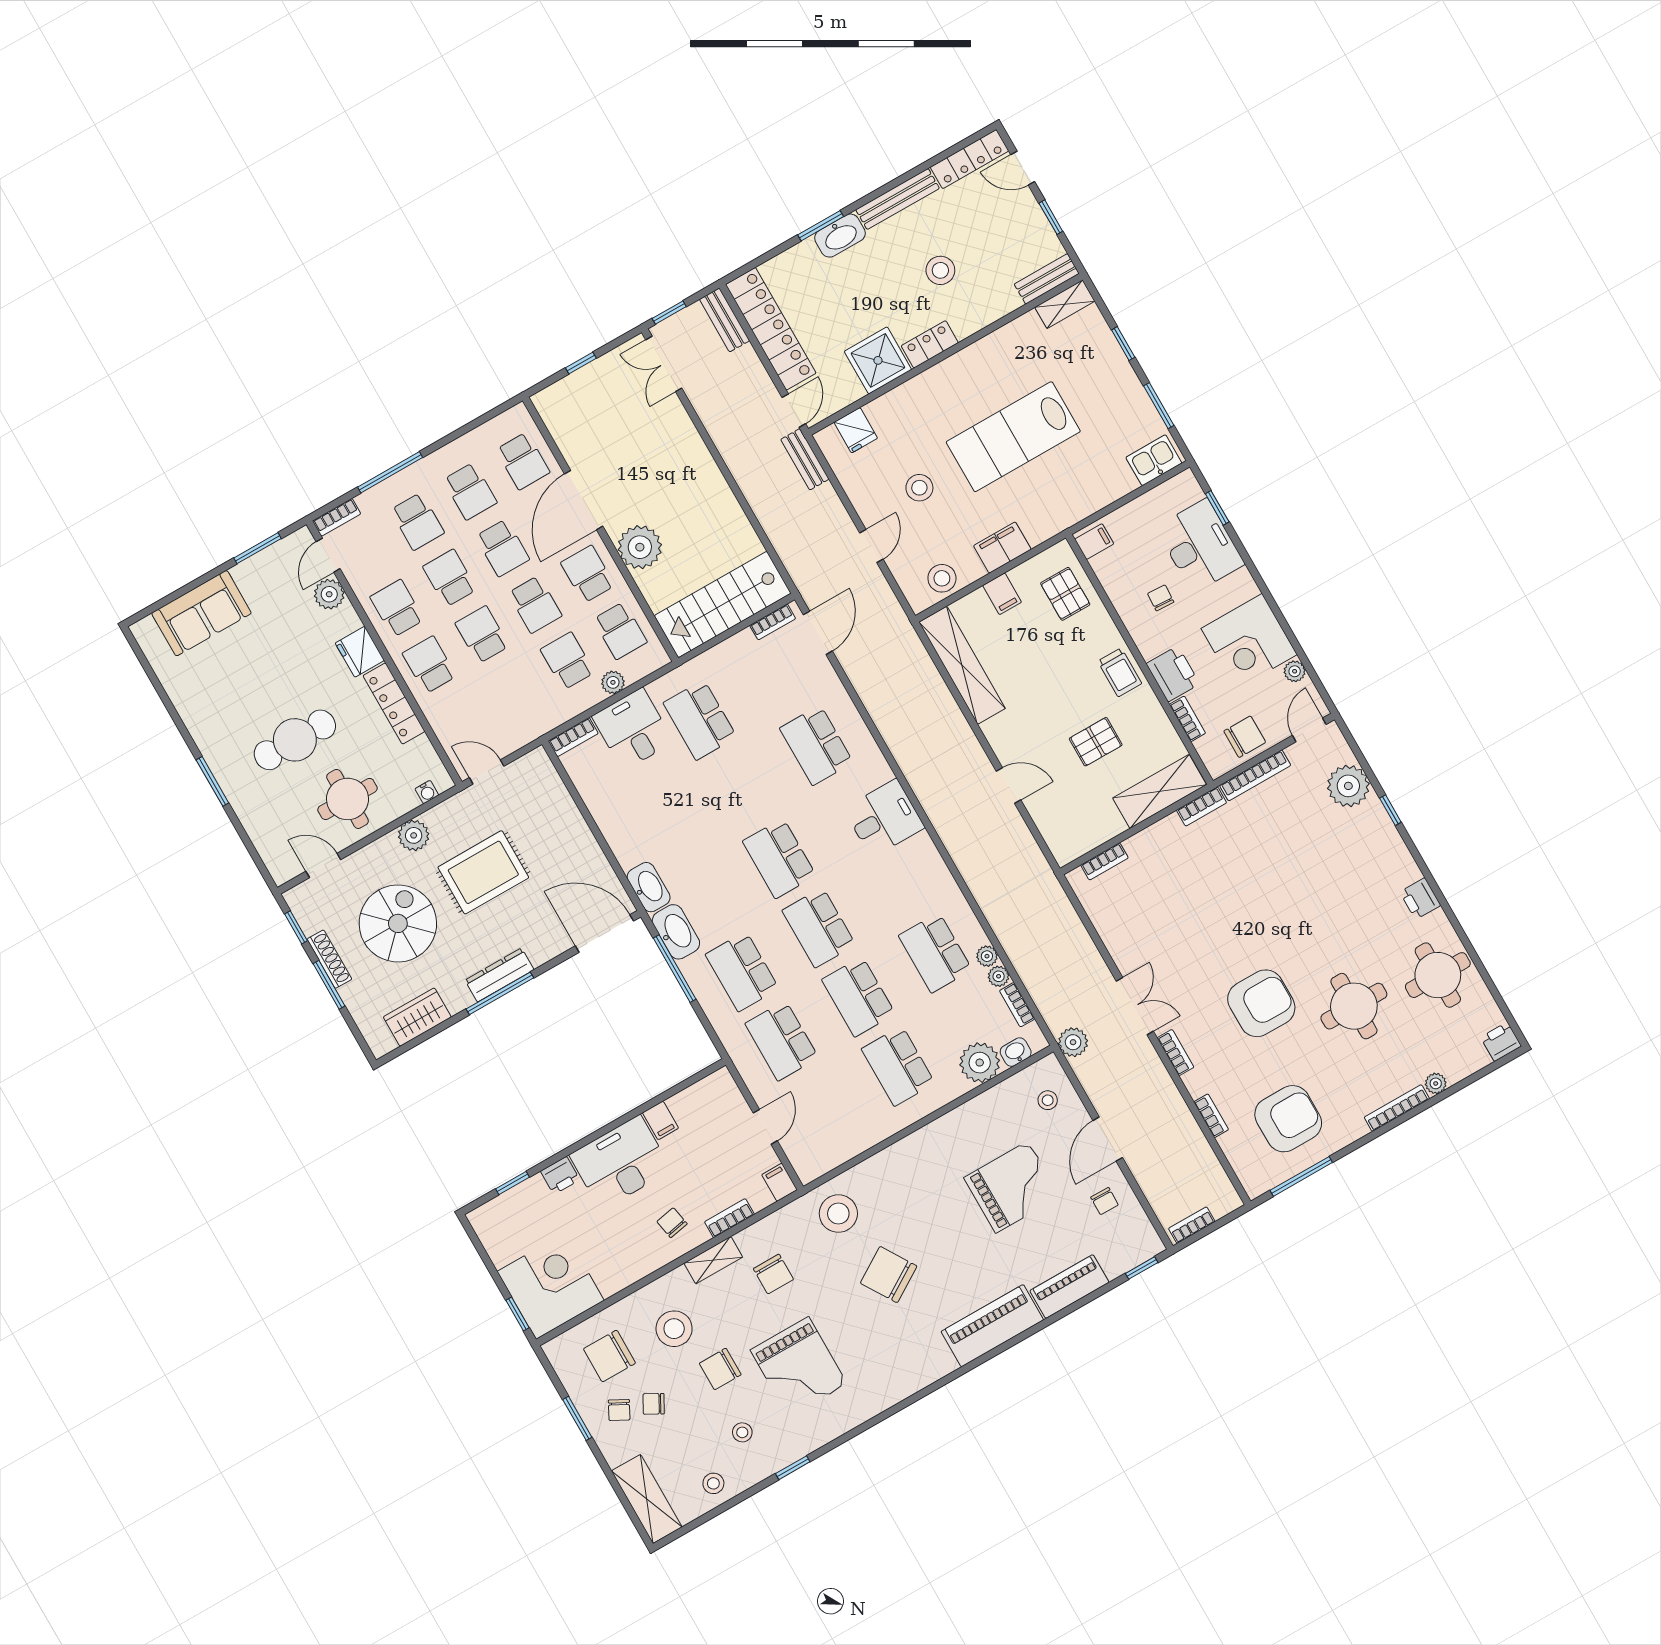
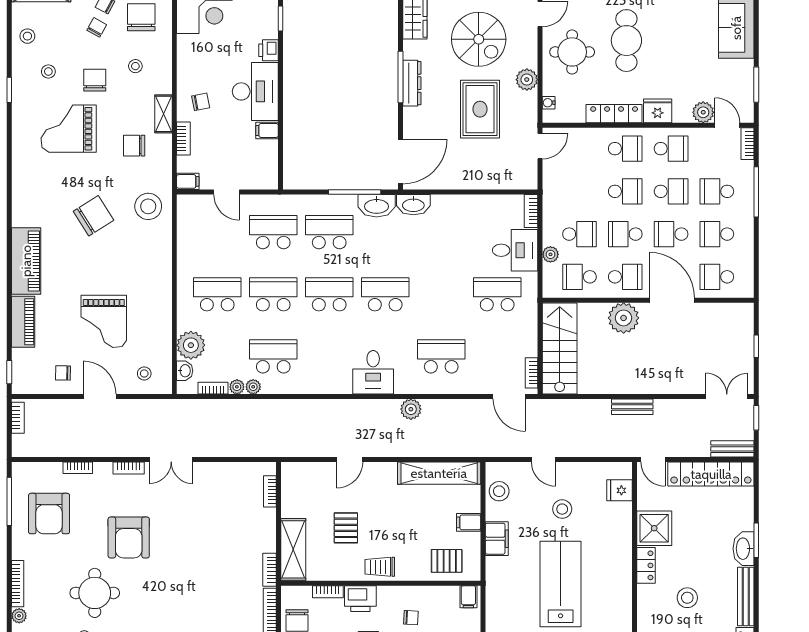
bench: (805, 459) -> (632, 407), moved
plant: (1073, 1042) -> (411, 409), moved
stool: (674, 1329) -> (135, 66), width x0.53, depth x0.53

